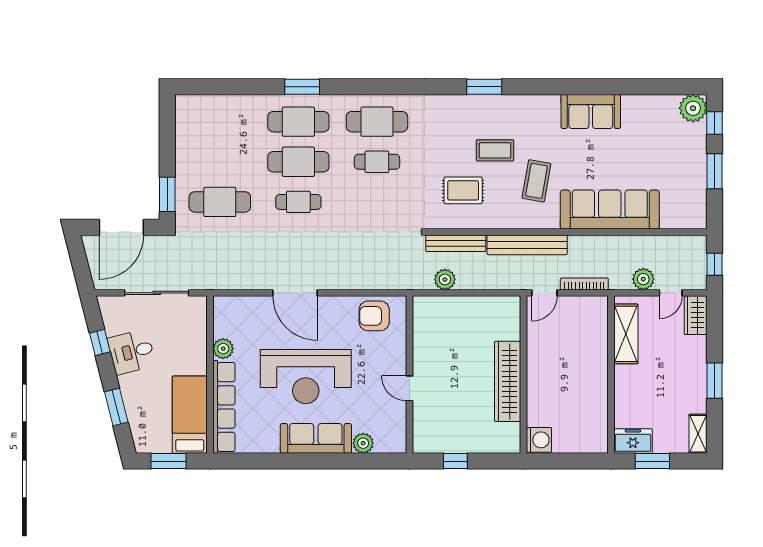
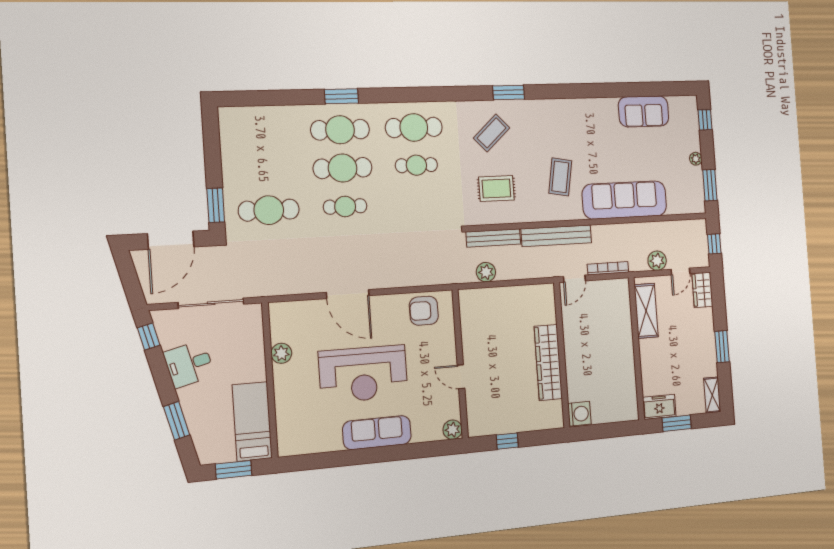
plant: (693, 108) -> (696, 159), moved, width x0.53, depth x0.53
sofa: (591, 111) -> (644, 111), moved
coffee table: (495, 150) -> (492, 133), moved, turned -43
window: (715, 171) -> (710, 185), moved
window: (100, 342) -> (149, 337), moved
row of seats: (224, 407) -> (286, 411), removed
plant: (363, 443) -> (453, 430), moved

